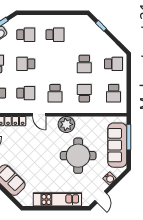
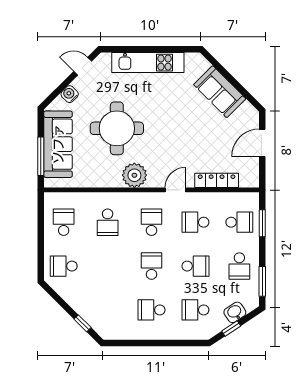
school desk: (84, 64) -> (151, 266), moved
door: (39, 115) -> (175, 190), hinge flipped
door: (101, 197) -> (83, 66), hinge flipped

